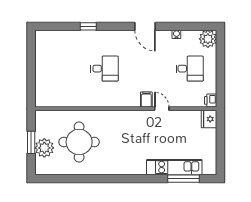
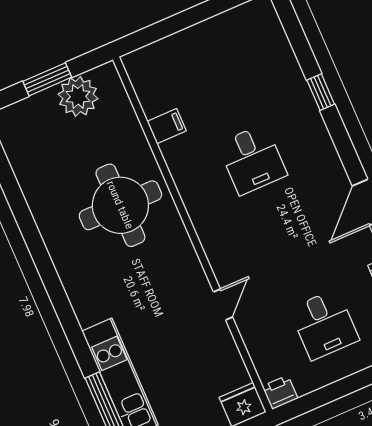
filing cabinet: (146, 99) -> (167, 126), moved
round table: (79, 142) -> (120, 205), moved
plant: (44, 148) -> (78, 96), moved

